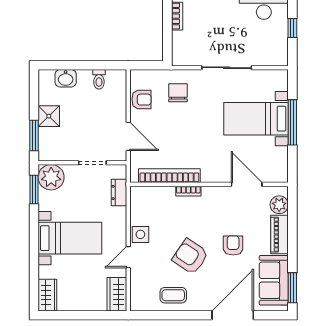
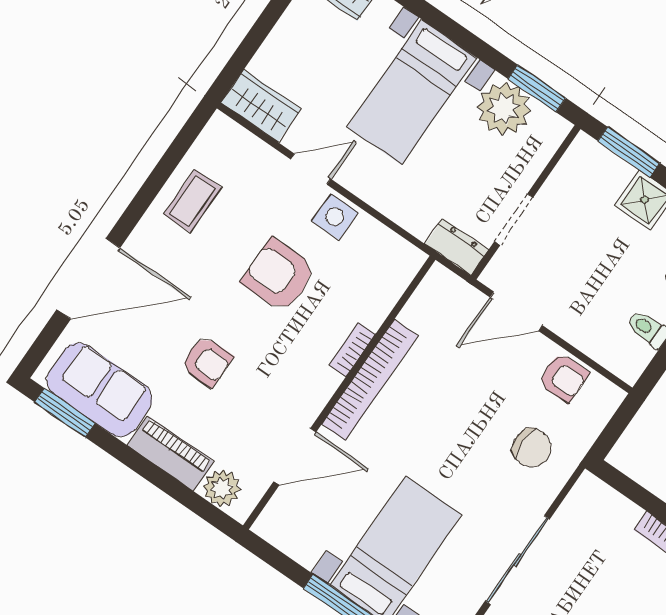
armchair: (141, 100) -> (563, 378), turned -90
bookcase: (169, 176) -> (370, 380), moved
plant: (51, 177) -> (504, 108), moved
dresser: (119, 192) -> (457, 247), moved
armchair: (190, 256) -> (279, 275), moved, turned -124
door: (128, 257) -> (311, 169), hinge flipped
door: (233, 315) -> (88, 279), hinge flipped

